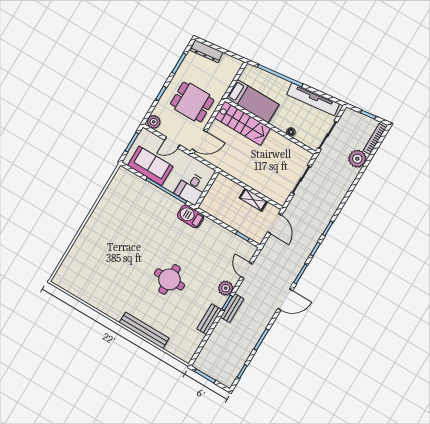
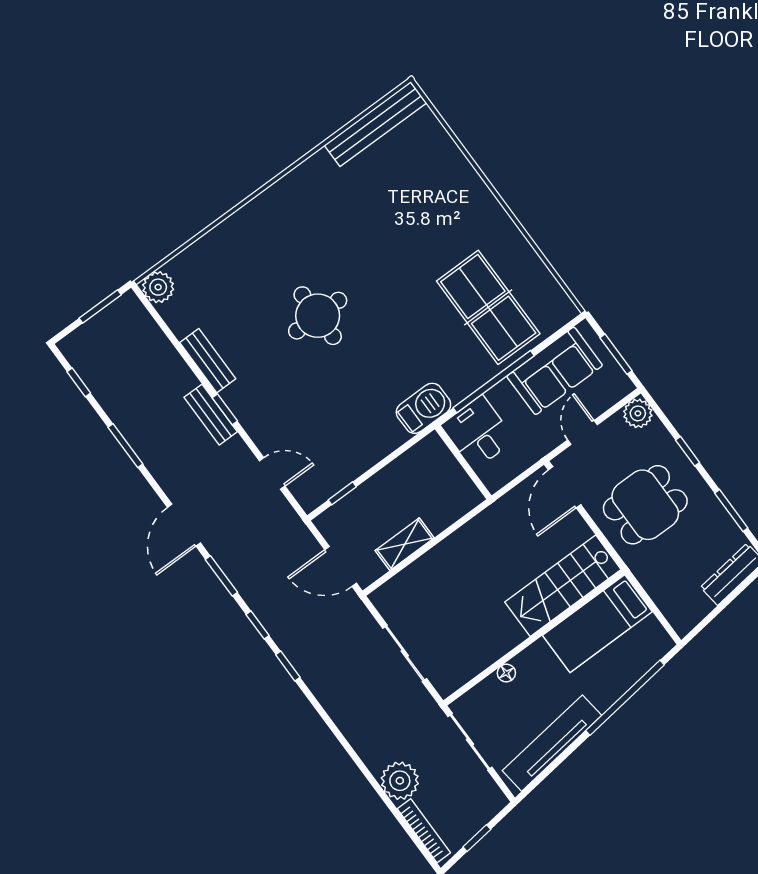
table tennis table: (135, 206) -> (488, 307), added
plant: (226, 288) -> (158, 287), moved
bench: (144, 330) -> (375, 124), moved

